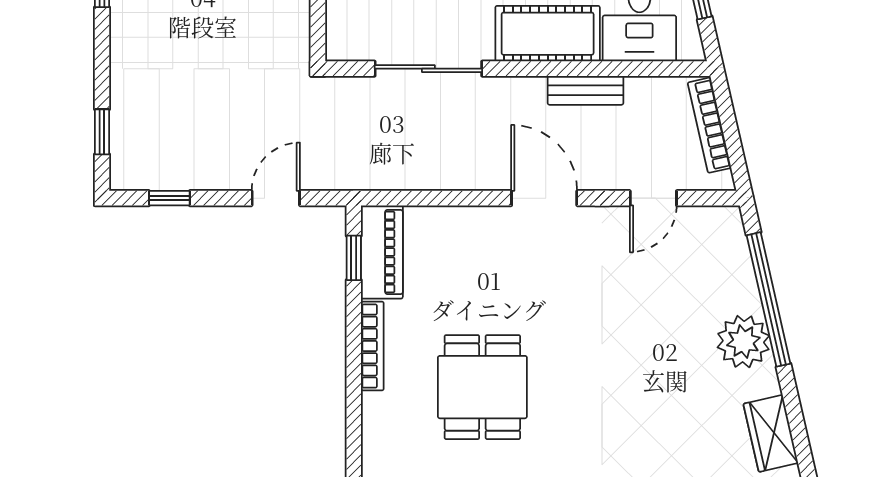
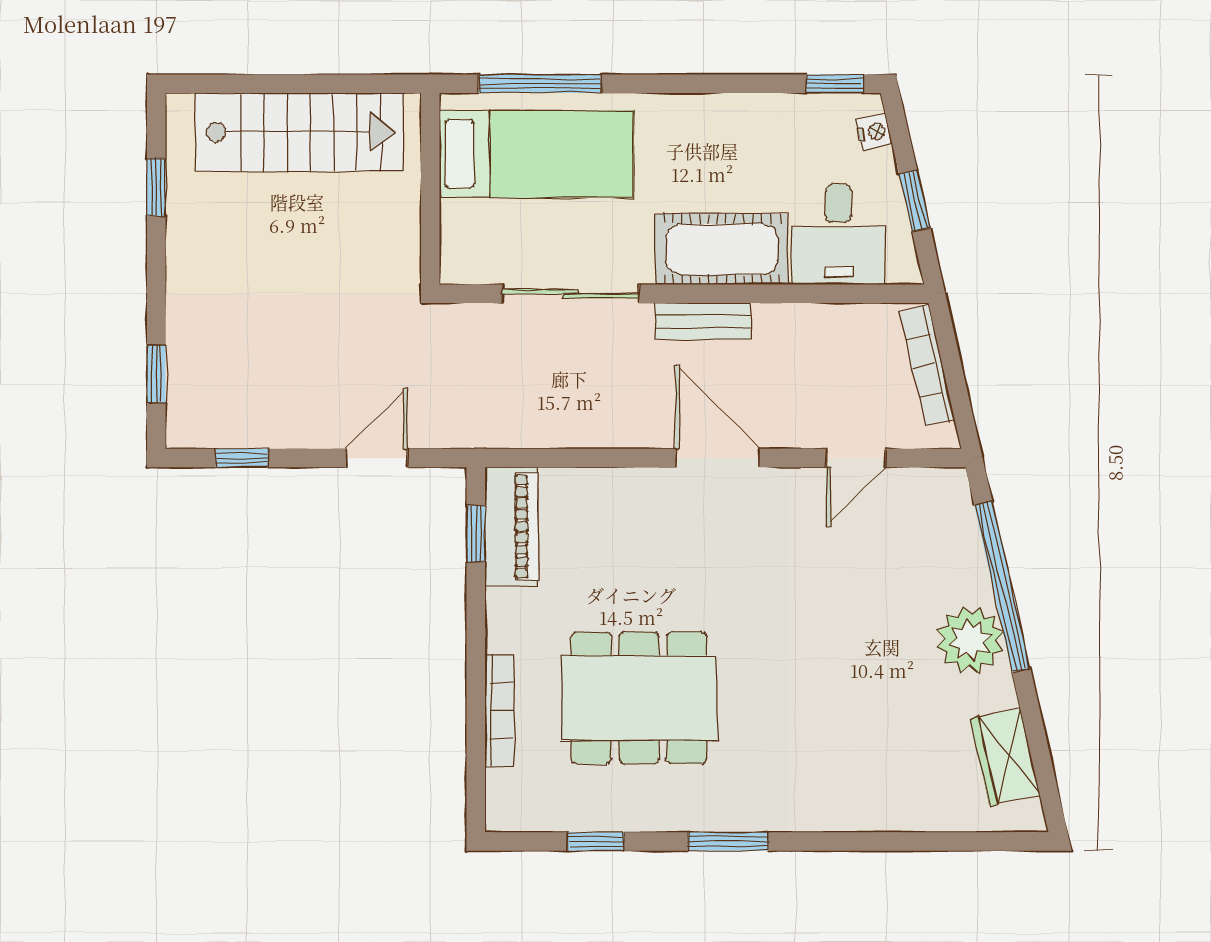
bench: (585, 90) -> (703, 321), moved
bookcase: (372, 346) -> (499, 711), moved
dining table: (482, 387) -> (639, 698), width x1.38

